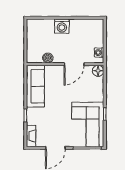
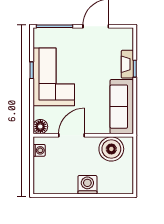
boiler: (48, 58) -> (111, 149), width x1.86, depth x1.86
corner sofa: (88, 125) -> (54, 77), moved
fireplace: (31, 136) -> (127, 64), moved

